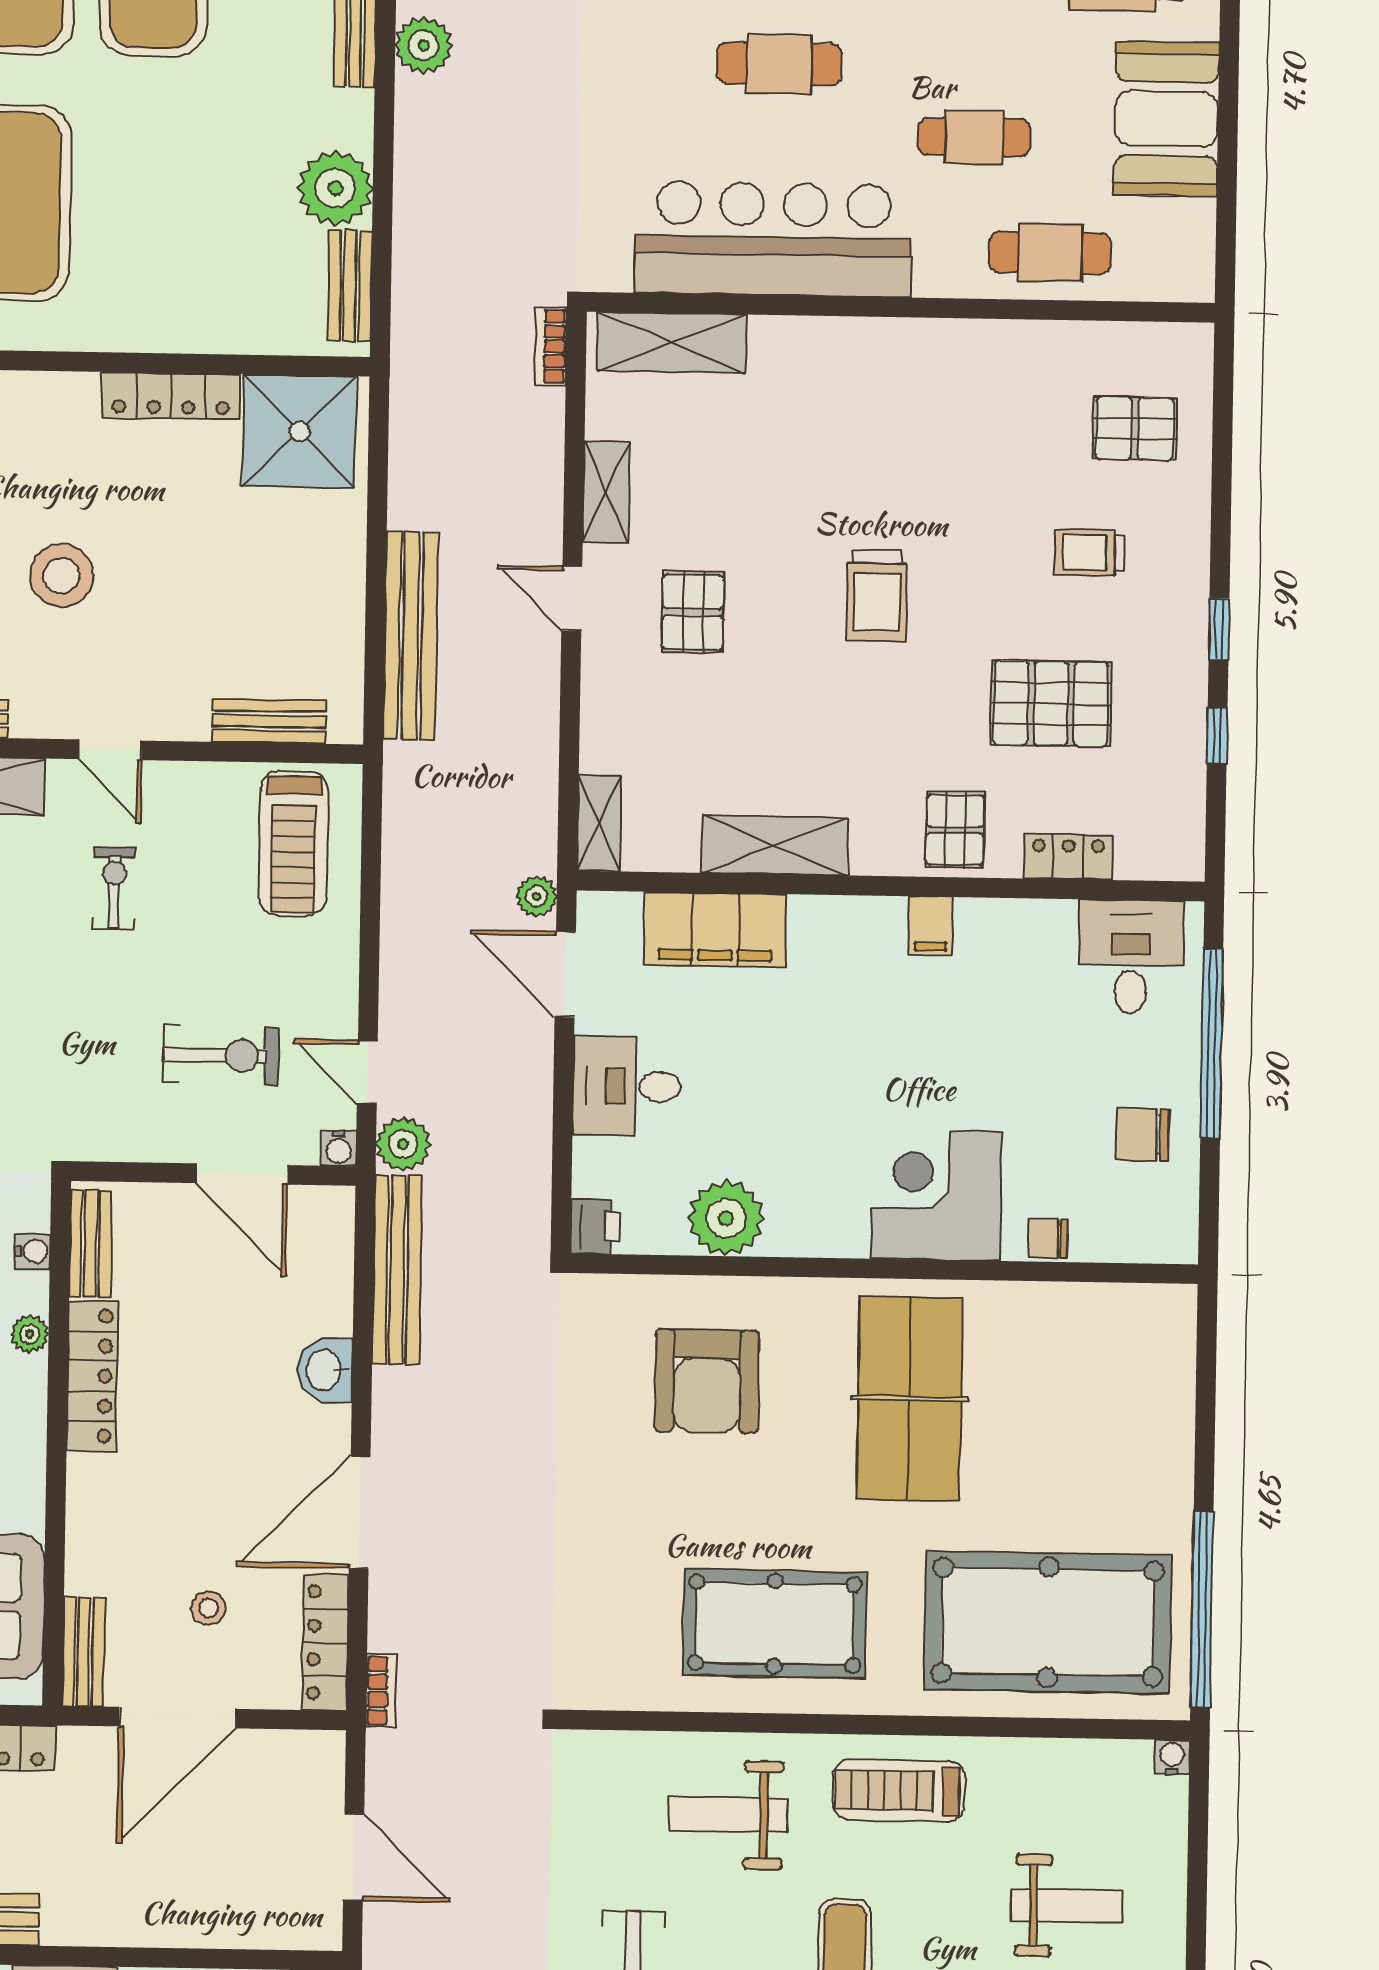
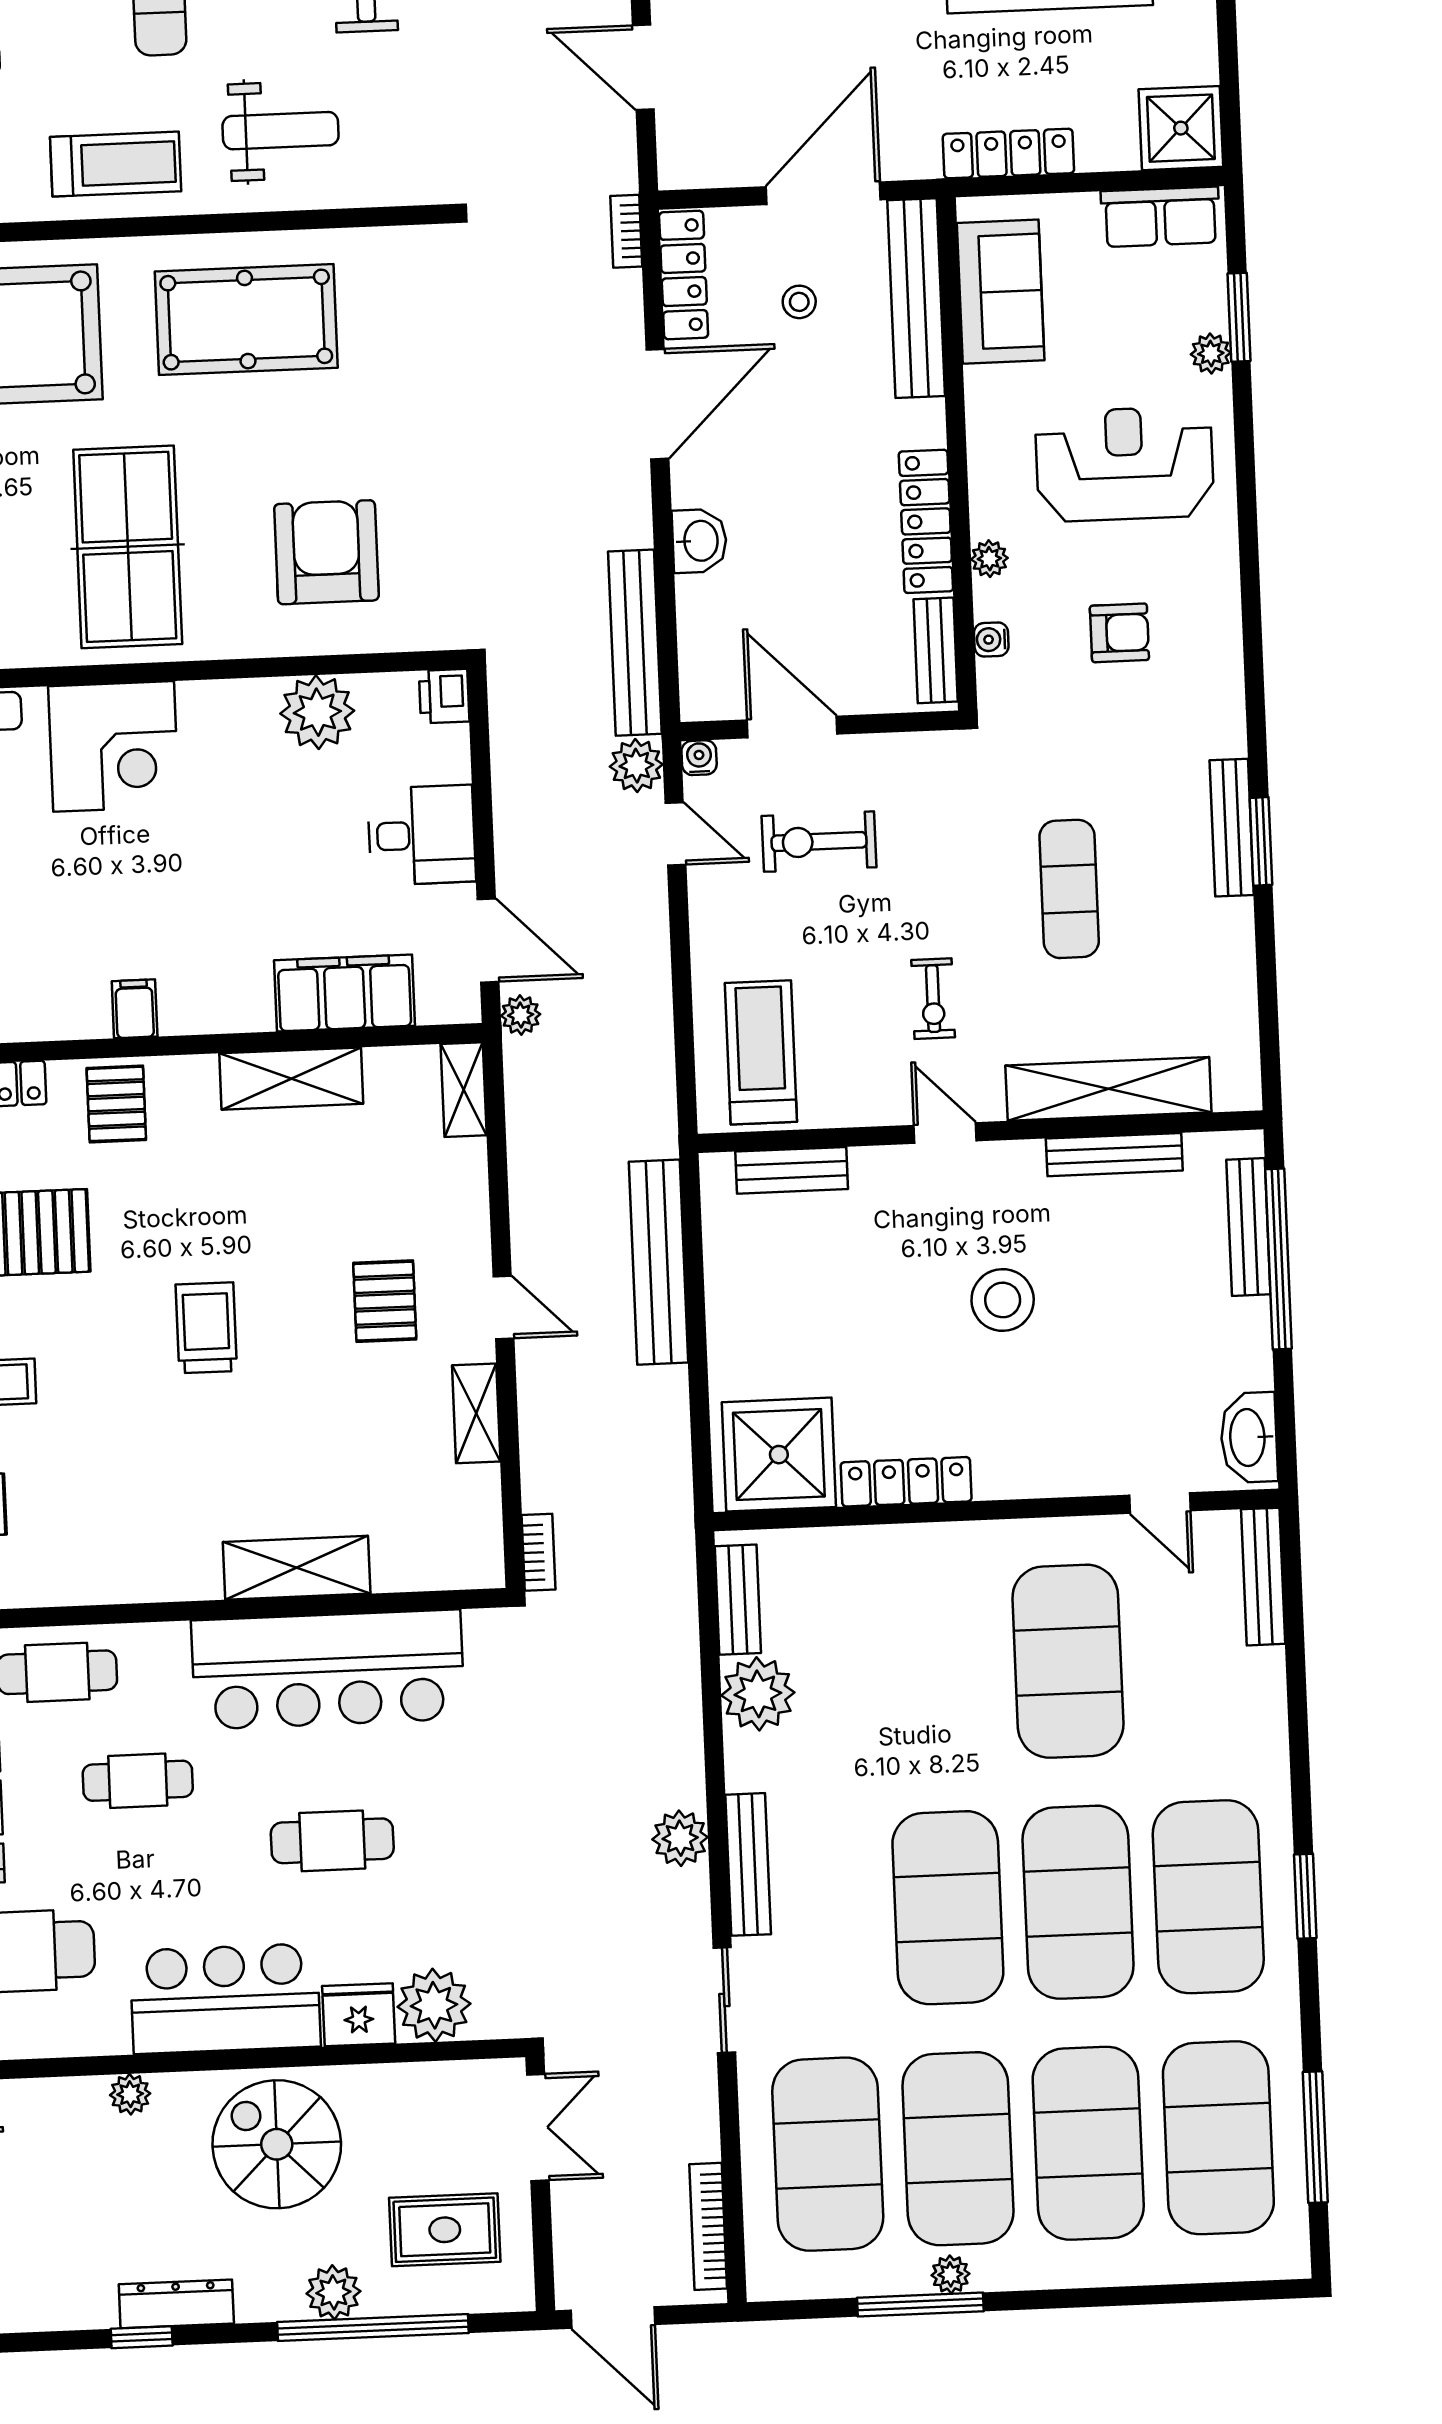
shelving: (672, 343) -> (297, 1568), moved
bench: (84, 1652) -> (916, 298), width x1.86, depth x1.21

